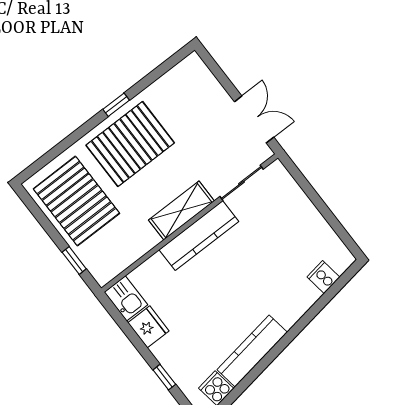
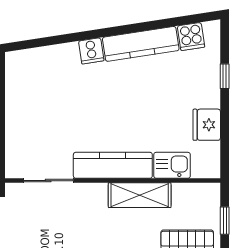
shelving: (181, 210) -> (140, 195), moved
cooker: (323, 277) -> (91, 51), moved
kitchen sink: (126, 298) -> (172, 165), moved, turned 90

